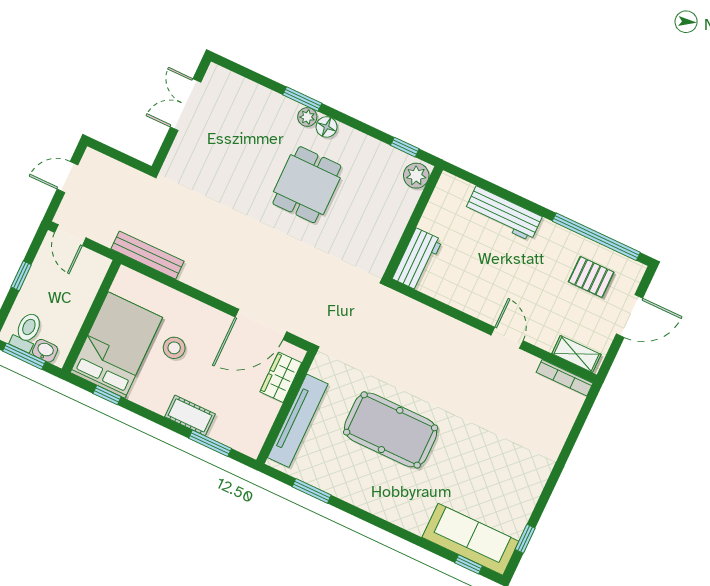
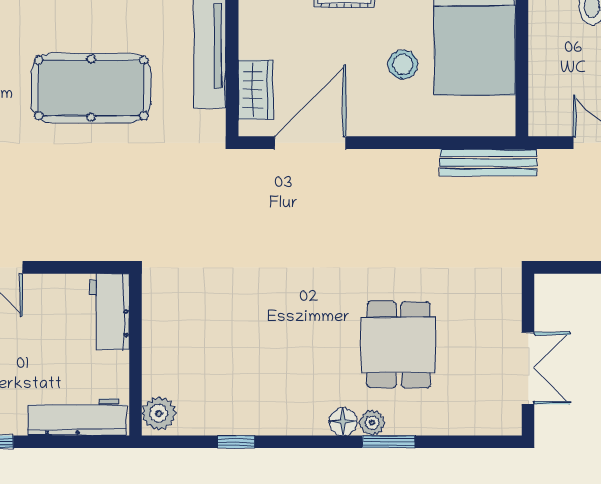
plant: (416, 176) -> (159, 413), moved
dining table: (307, 185) -> (399, 345), moved
wall: (413, 222) -> (136, 355), moved
workbench: (417, 259) -> (110, 312), moved

